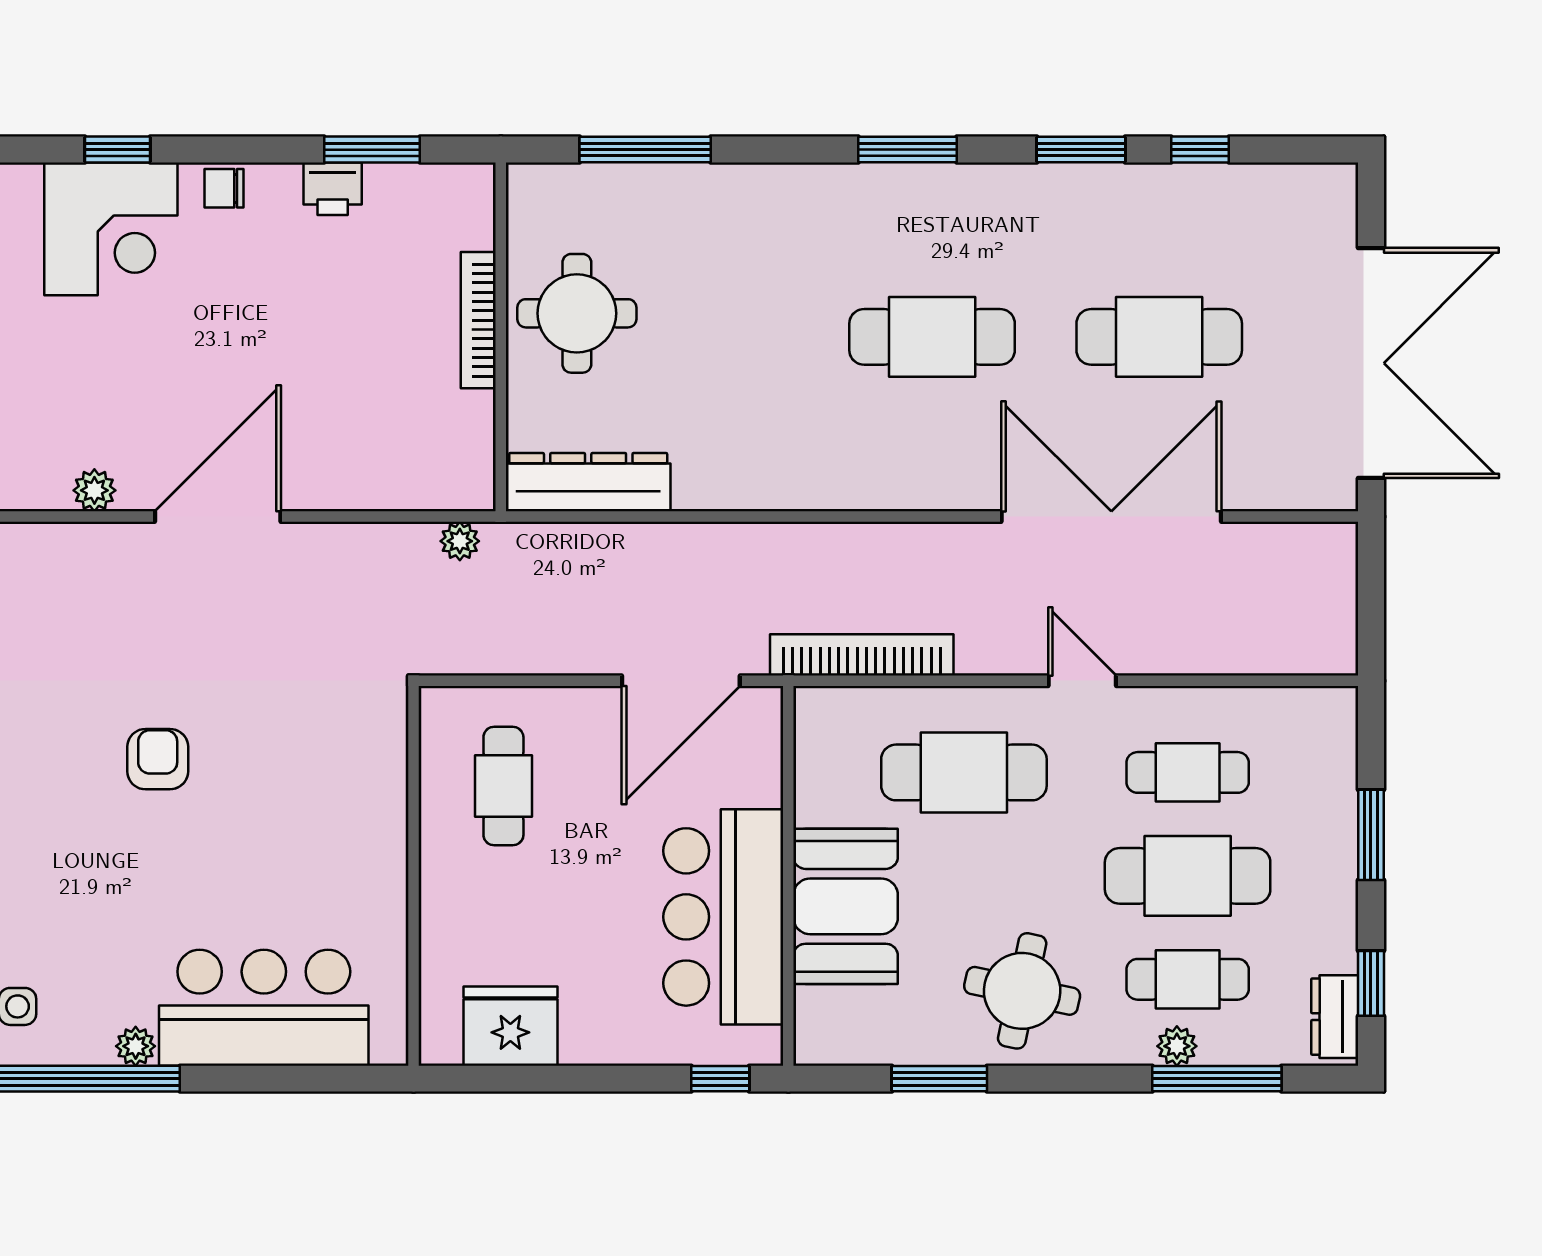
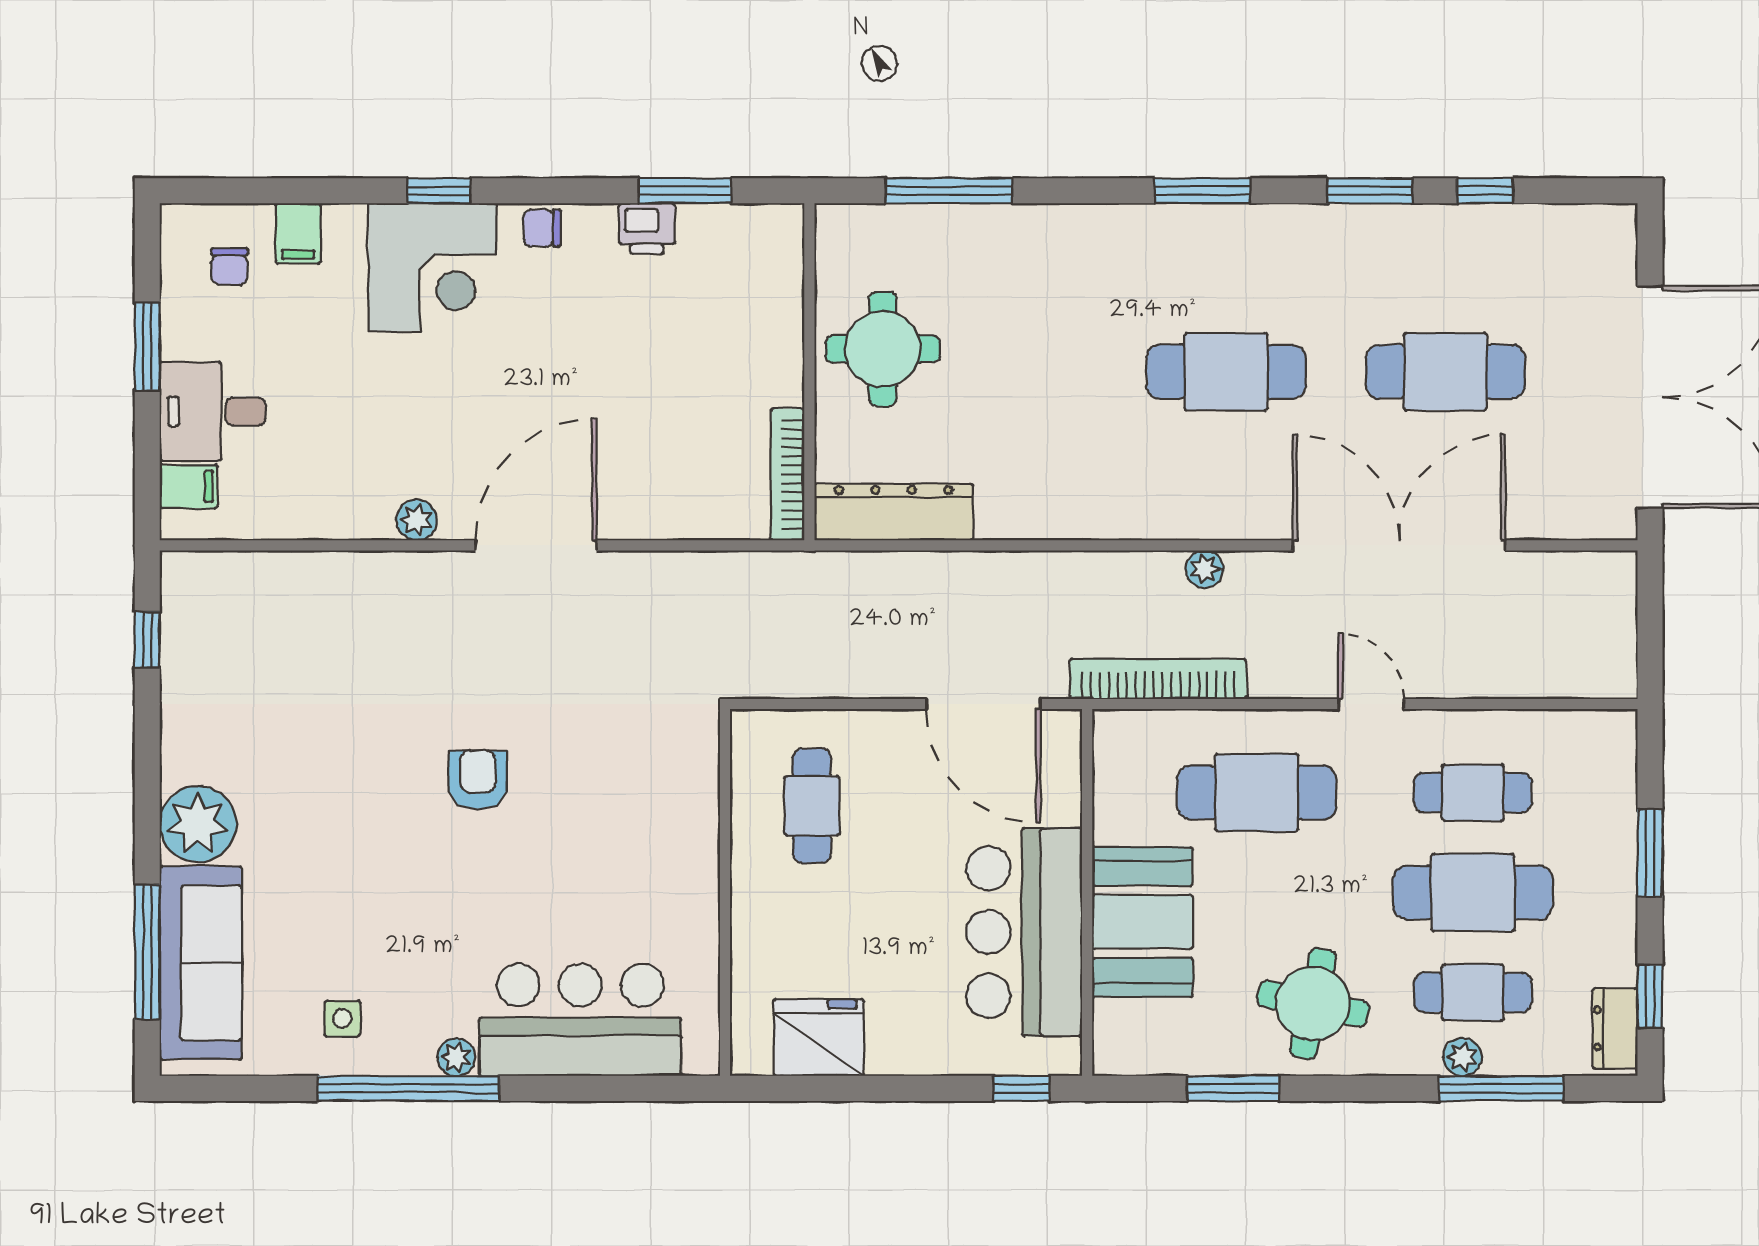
bookcase: (478, 320) -> (787, 474), moved
plant: (460, 541) -> (1205, 569), moved
door: (681, 681) -> (983, 704), hinge flipped

